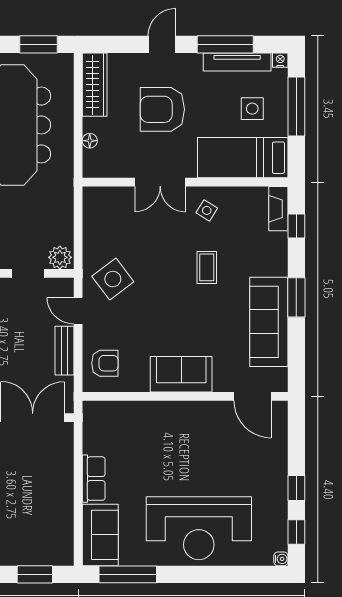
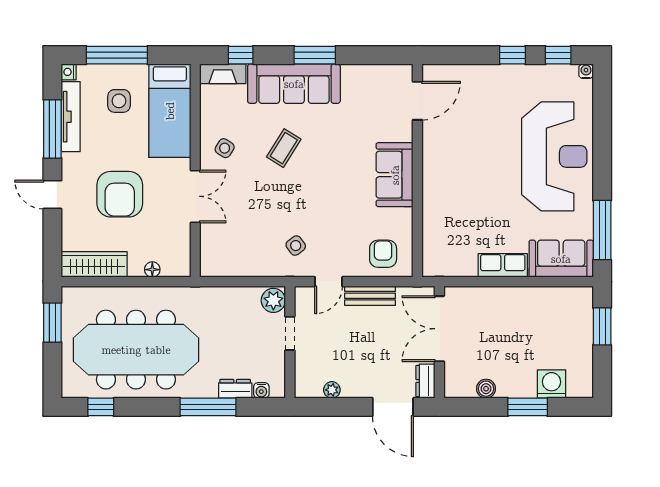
coffee table: (207, 267) -> (284, 148), turned -58
side table: (113, 279) -> (296, 246), width x0.54, depth x0.54
sofa: (269, 322) -> (294, 84), moved

